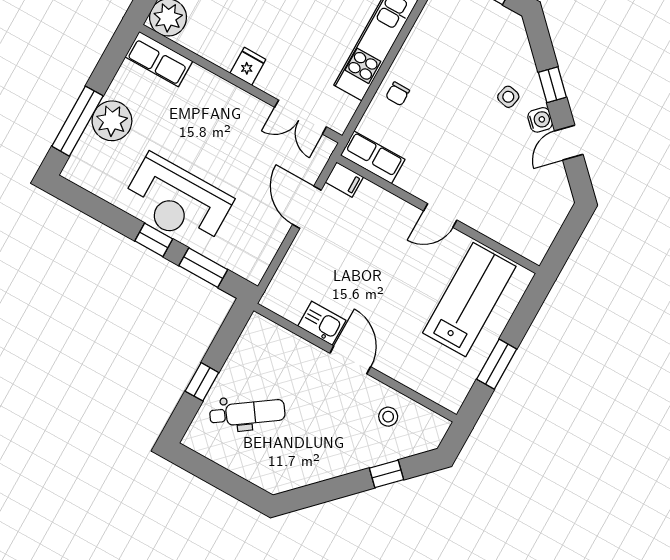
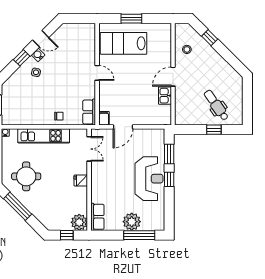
window: (497, 364) -> (131, 19), moved

